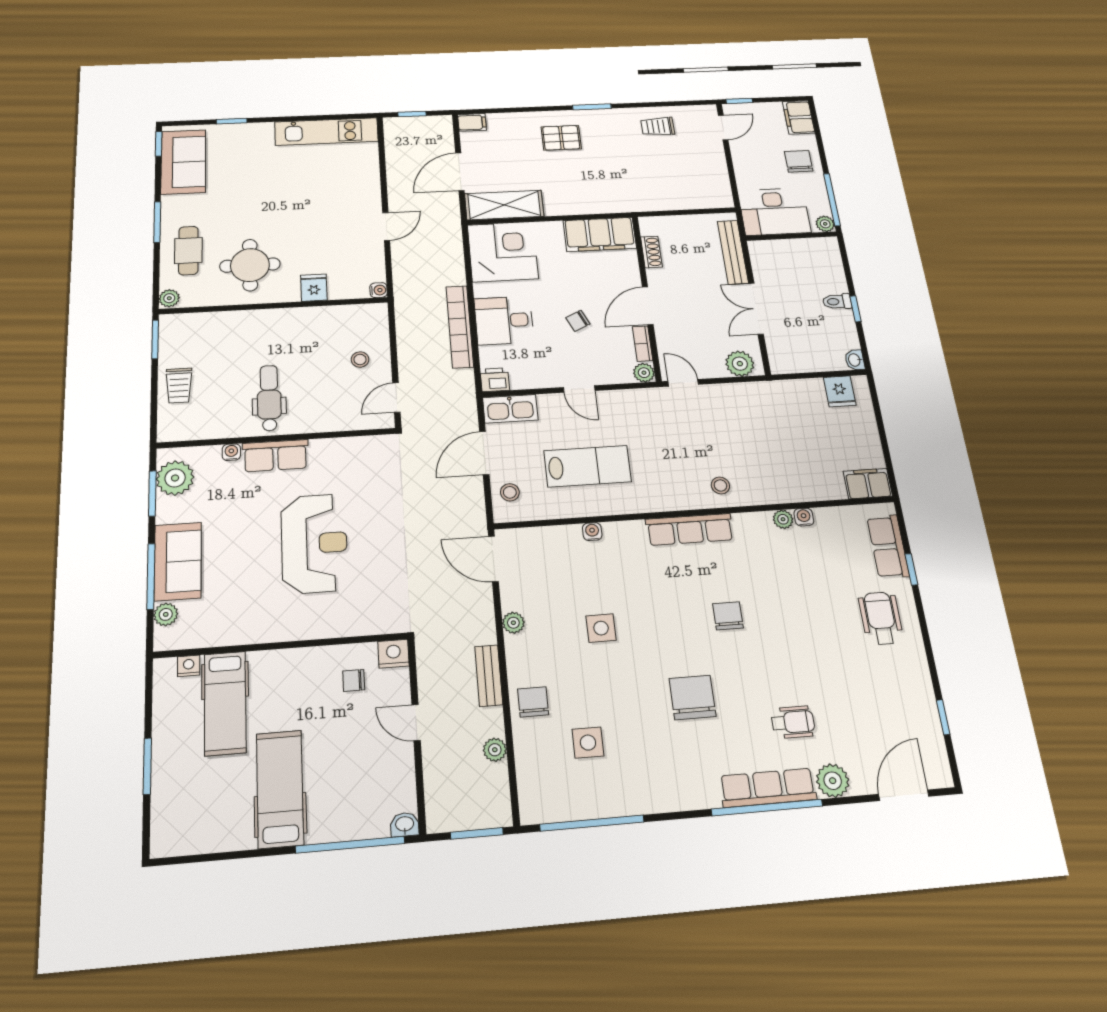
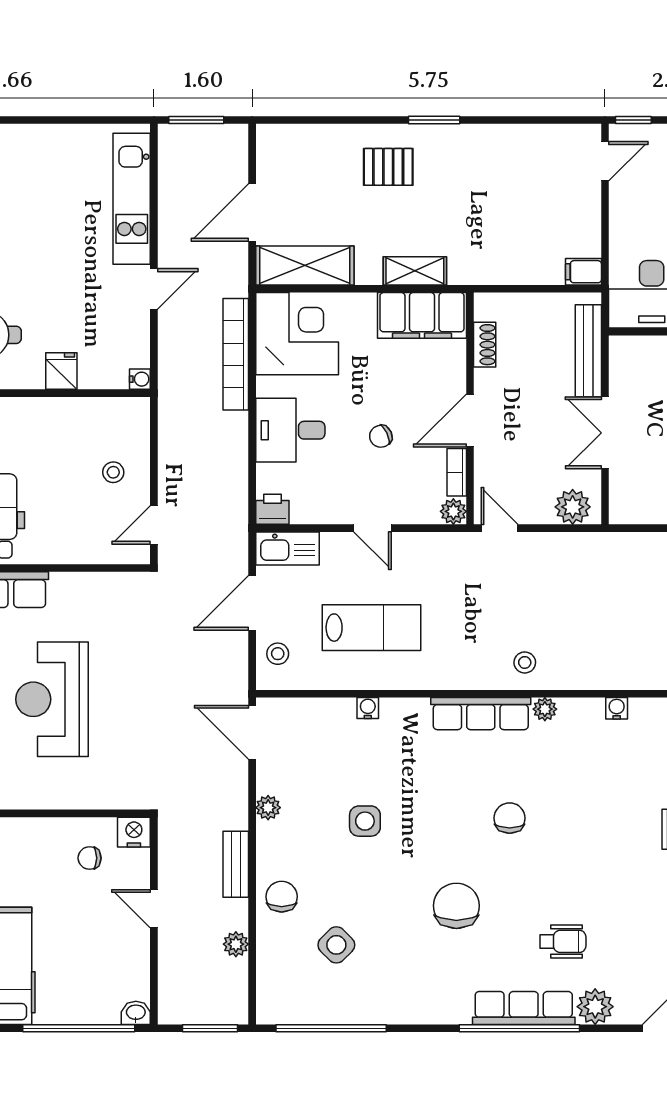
window: (412, 114) -> (196, 120), width x1.50
filing cabinet: (472, 122) -> (583, 272), moved, turned 180
trolley: (658, 126) -> (518, 155), removed
kitchen unit: (327, 132) -> (132, 199), moved, turned 90
shelving: (590, 205) -> (415, 271), added
bookcase: (460, 327) -> (236, 354), moved
plant: (783, 519) -> (545, 709), moved
reception desk: (314, 543) -> (52, 699), turned 180
side table: (588, 743) -> (336, 945), turned 45

